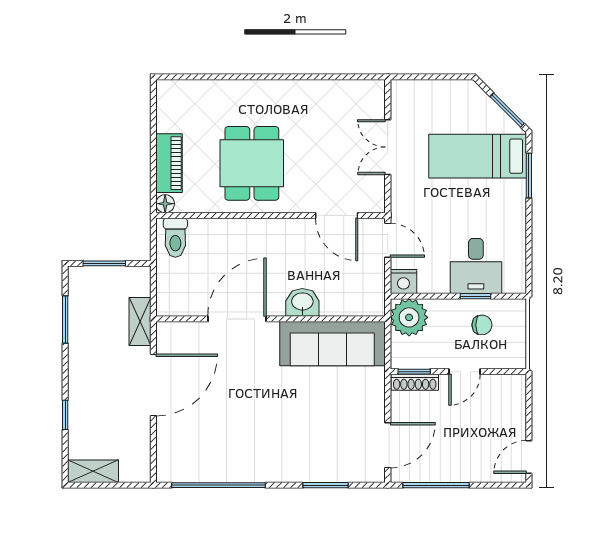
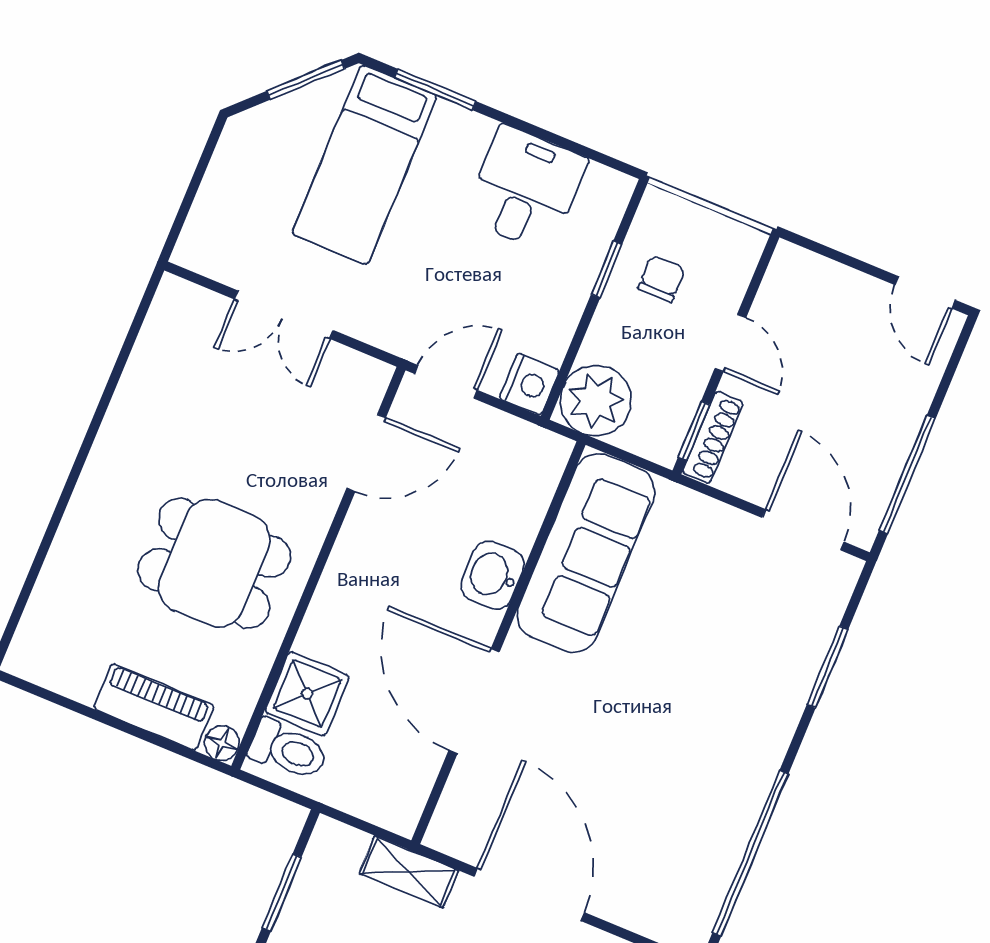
shower: (207, 235) -> (307, 694), added
desk: (476, 266) -> (526, 189), moved, turned -90

